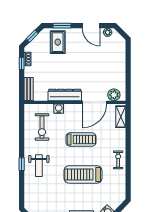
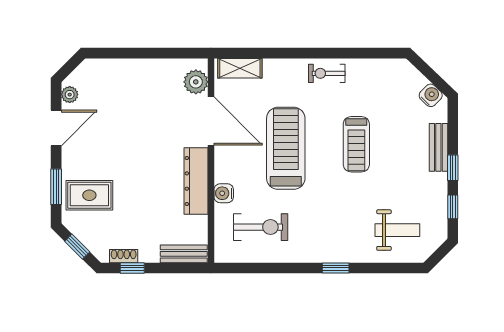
treadmill: (81, 139) -> (286, 148), width x1.37, depth x1.38
weight bench: (39, 166) -> (397, 230), moved
treadmill: (83, 174) -> (356, 144), width x0.73, depth x0.73

